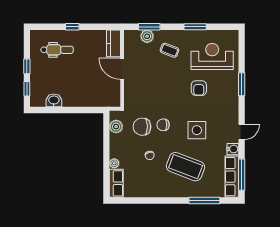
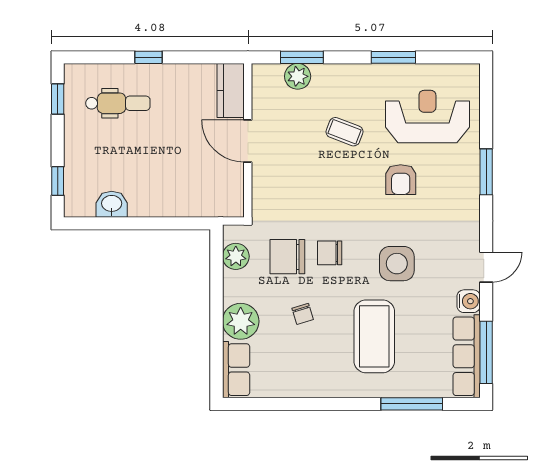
coffee table: (169, 50) -> (345, 132), moved
window: (27, 66) -> (58, 99), moved
plant: (114, 163) -> (241, 321), width x1.88, depth x1.88
coffee table: (186, 167) -> (374, 336), turned 69

